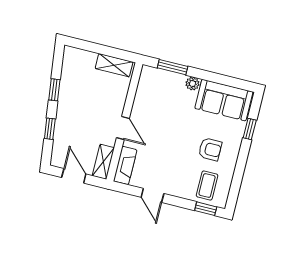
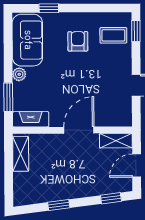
door: (123, 128) -> (79, 130), width x1.38
window: (50, 129) -> (111, 198), moved
fireplace: (125, 165) -> (31, 119), moved

